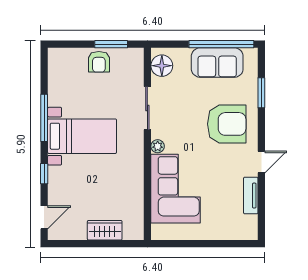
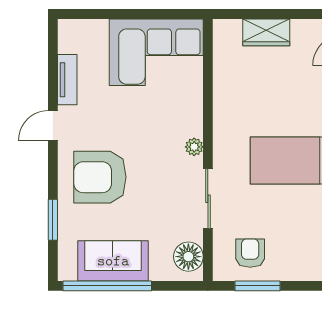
armchair: (99, 62) -> (250, 253), moved
corner sofa: (176, 189) -> (156, 52), moved, turned -90

